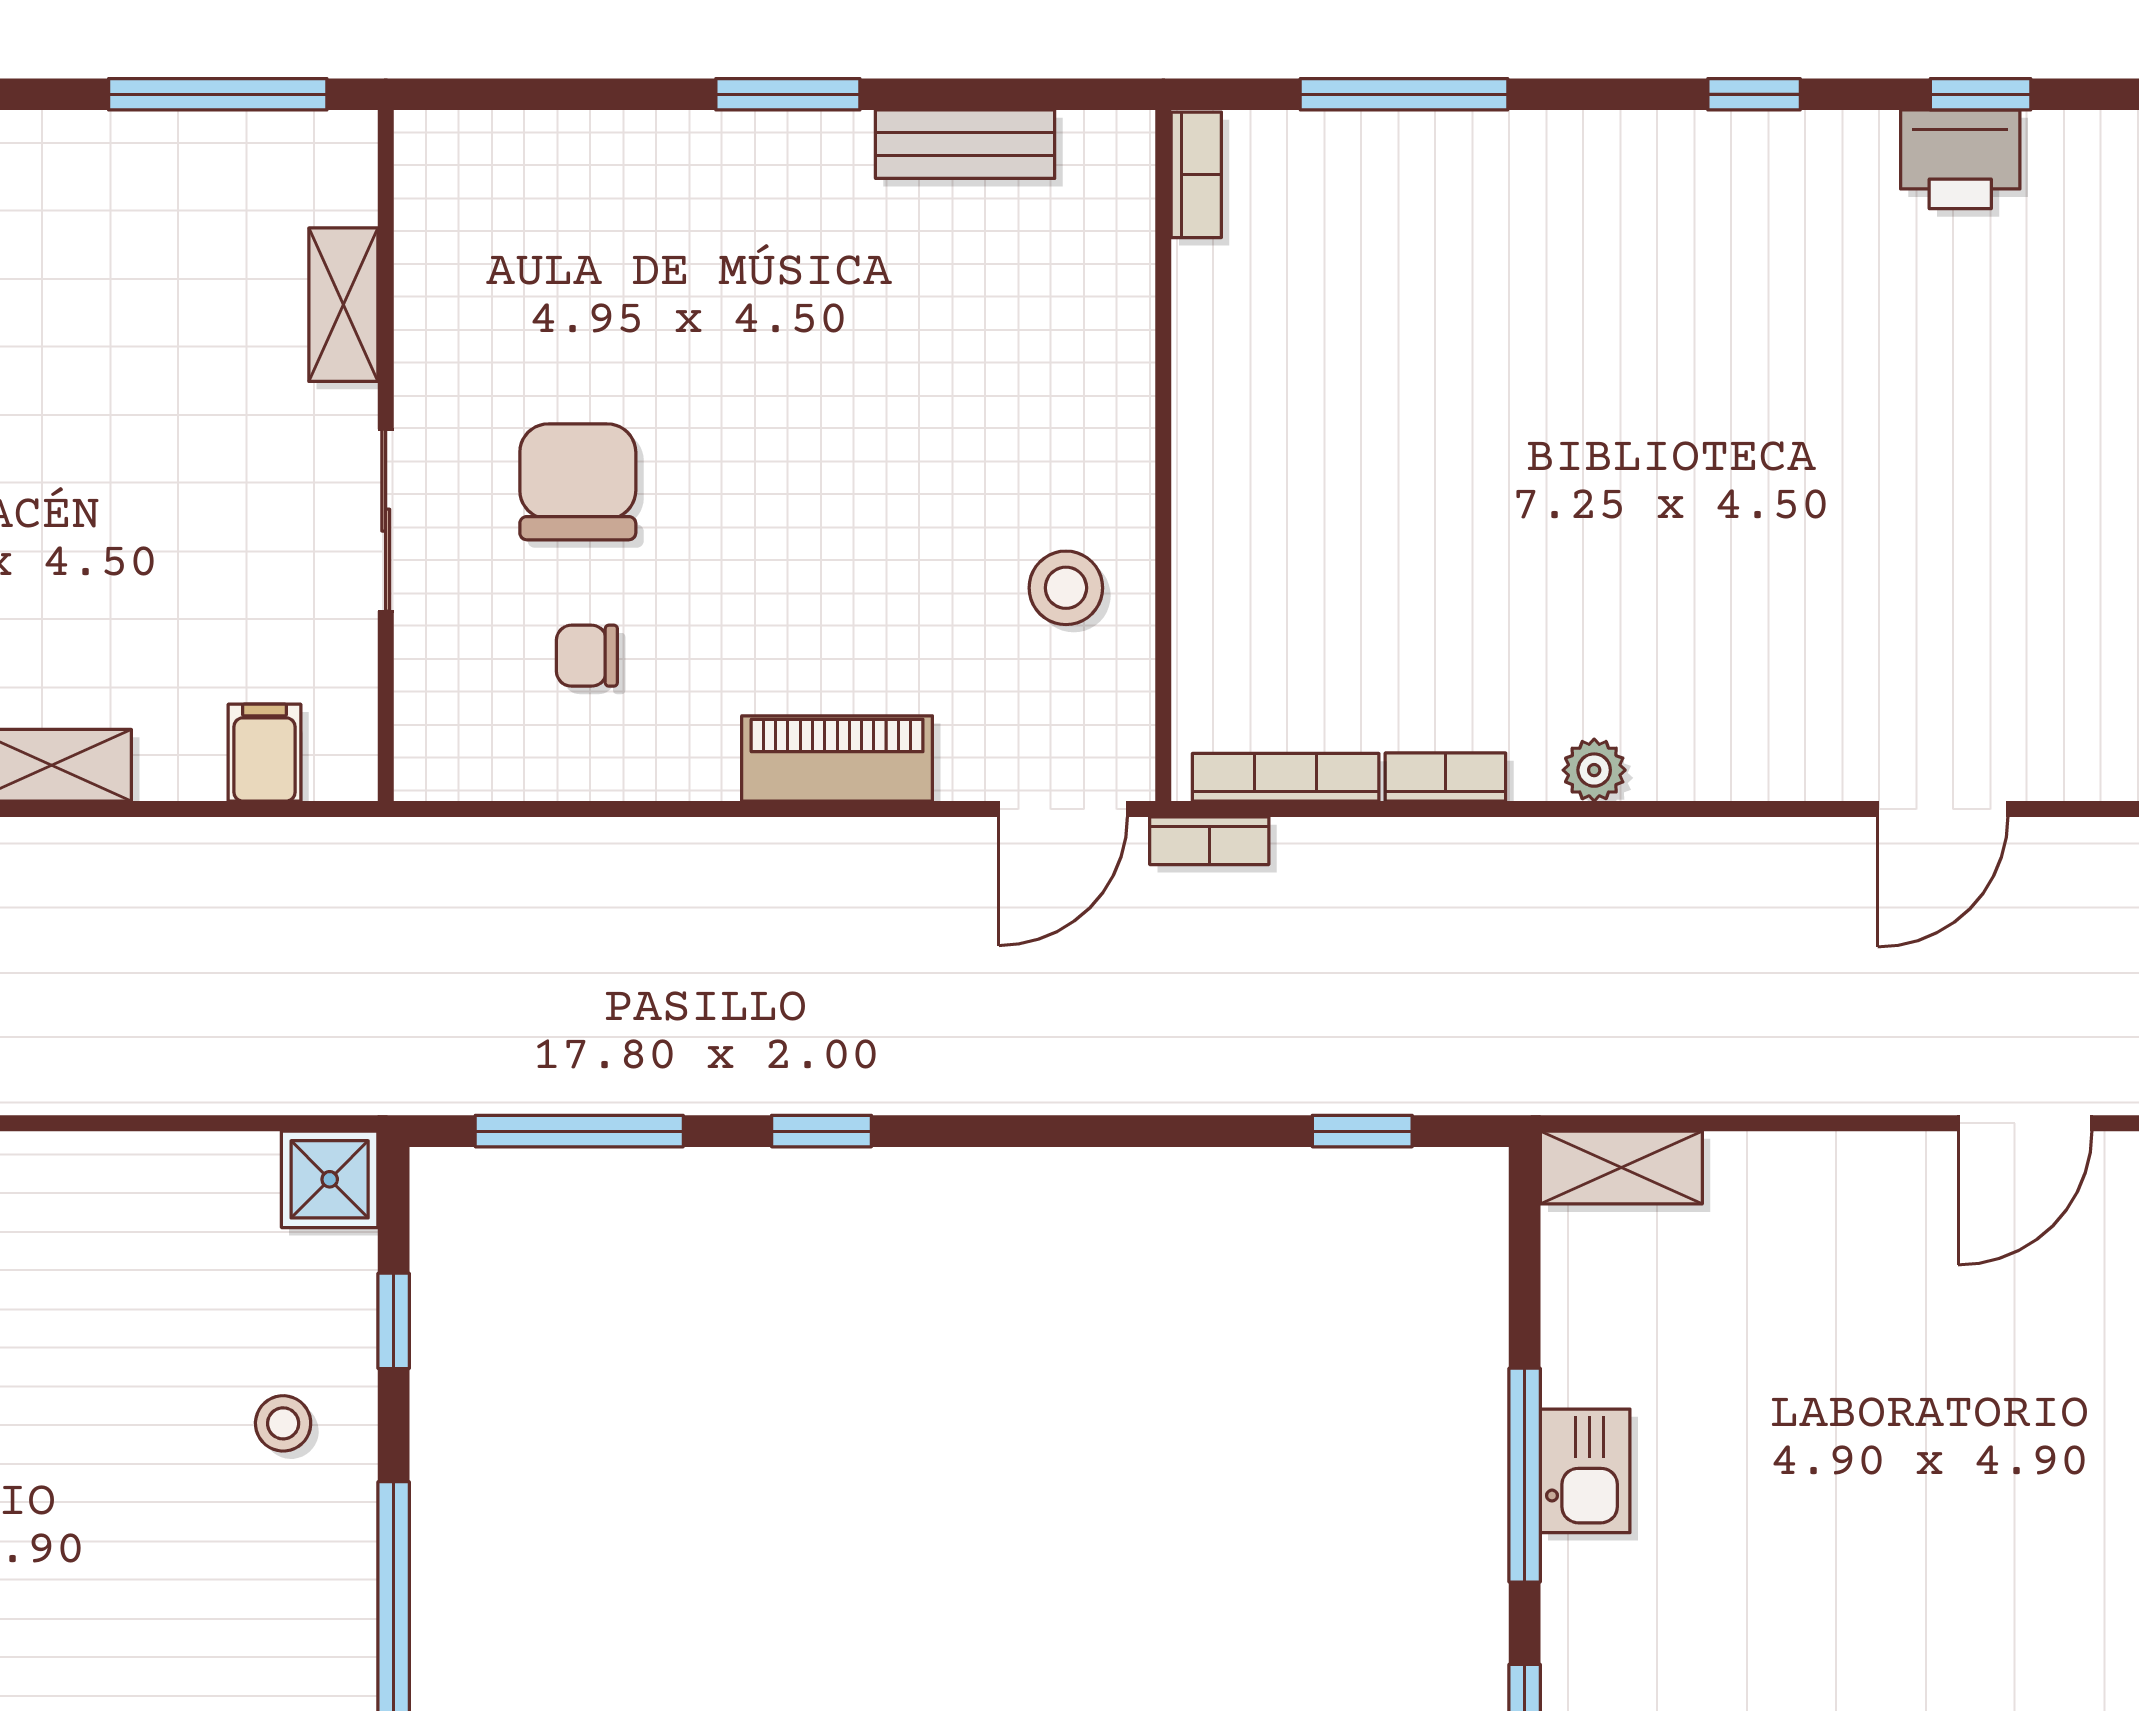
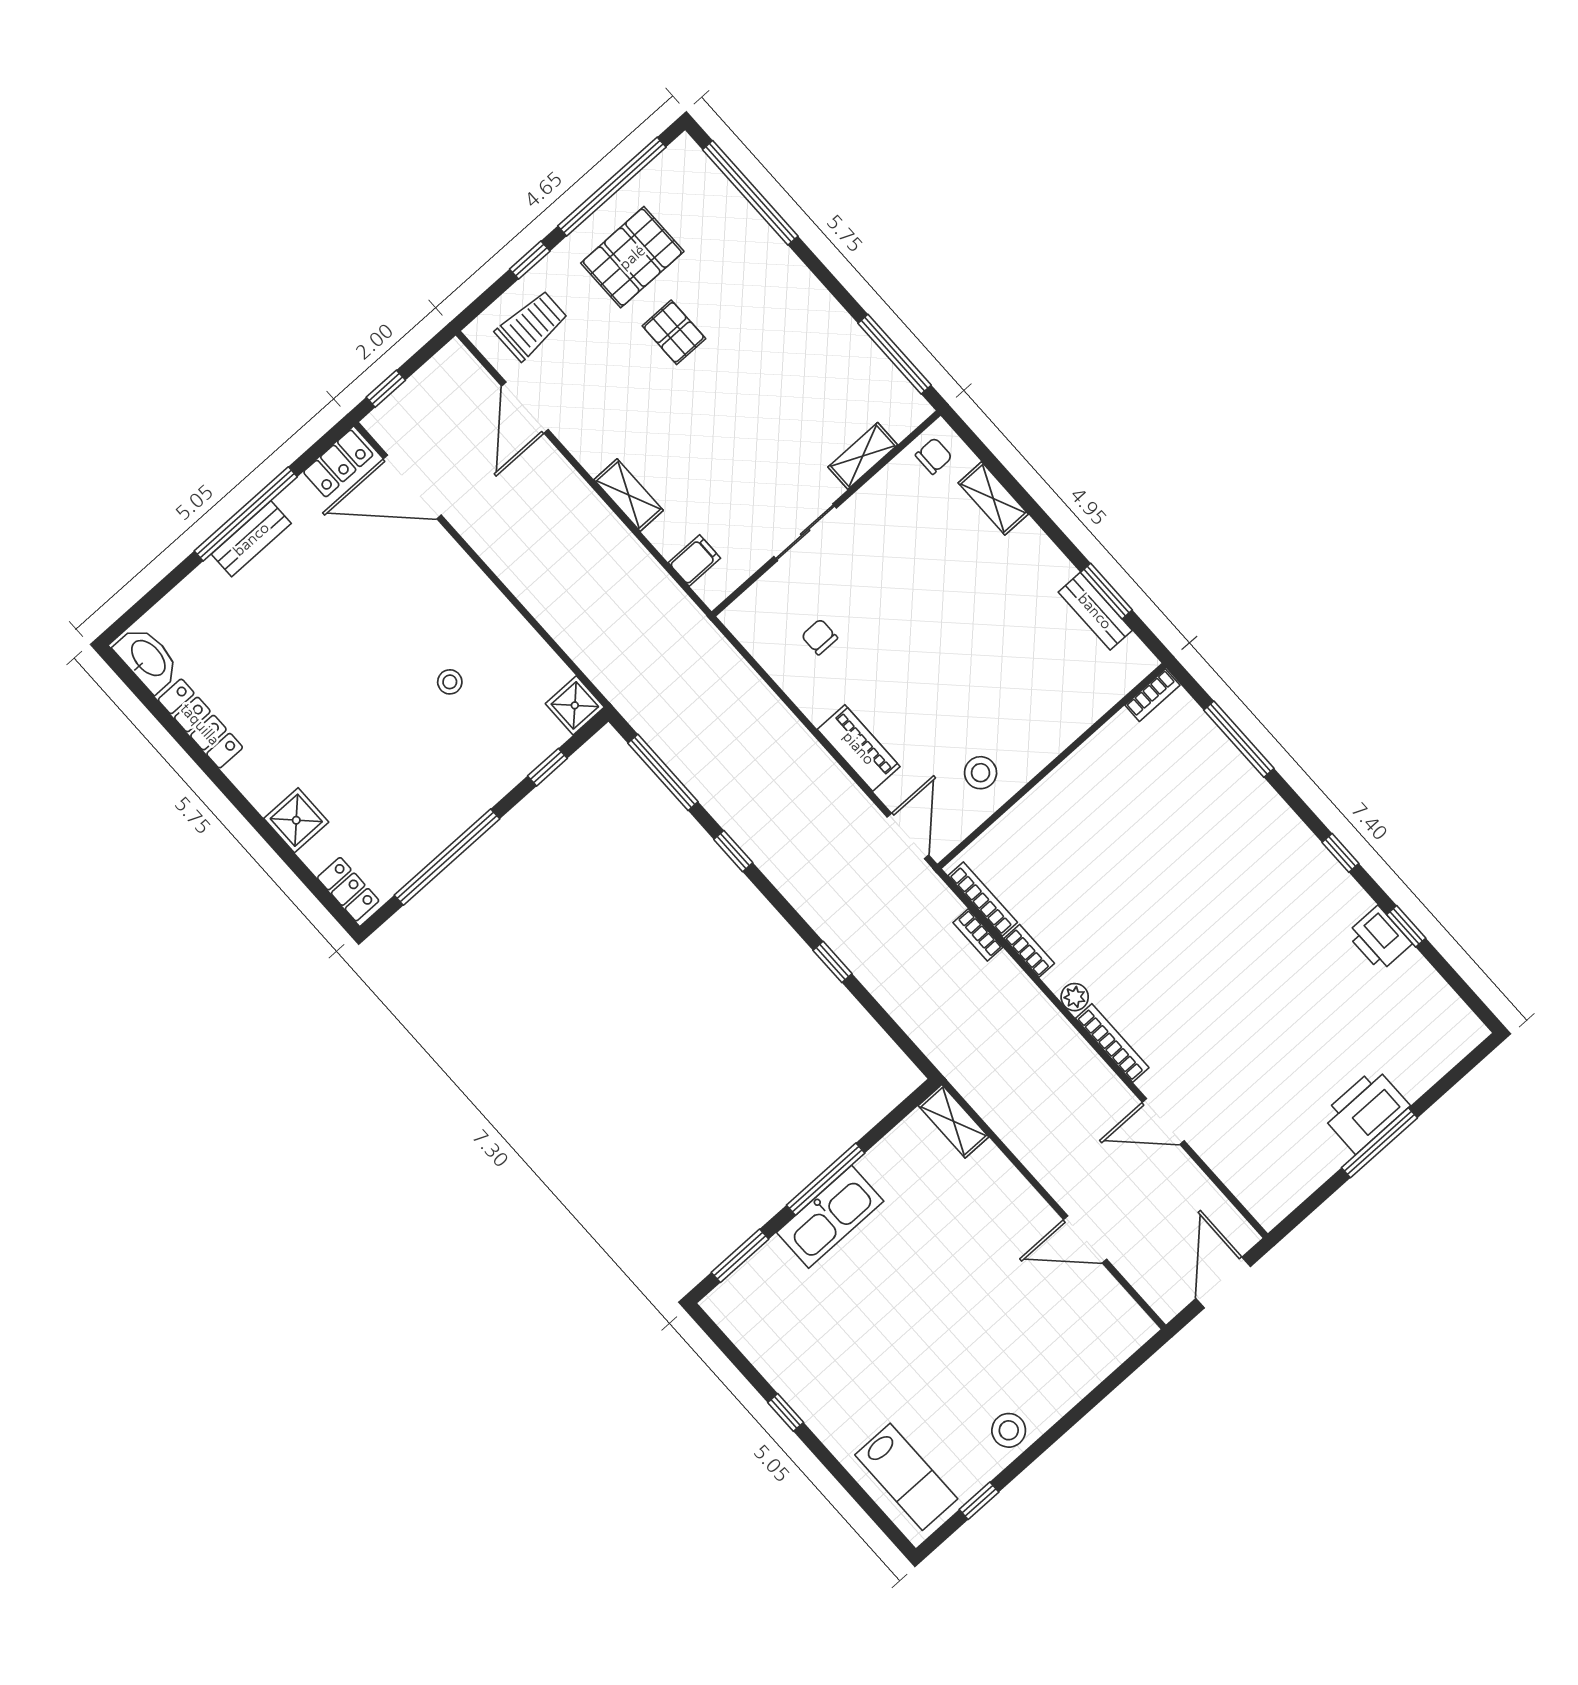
window: (788, 94) -> (1106, 591), moved
shelving: (616, 146) -> (993, 498), added
chair: (578, 482) -> (934, 456), moved, width x0.54, depth x0.54
bookcase: (1730, 776) -> (1112, 1043), added
door: (1063, 809) -> (908, 836), swing flipped
bookcase: (1209, 841) -> (978, 935), moved
window: (1362, 1131) -> (832, 962), moved
stool: (283, 1423) -> (450, 682), moved
kitchen sink: (1585, 1471) -> (830, 1217), width x1.88, depth x1.24

